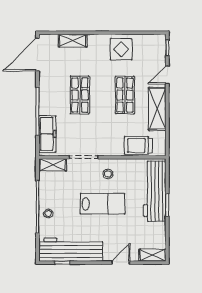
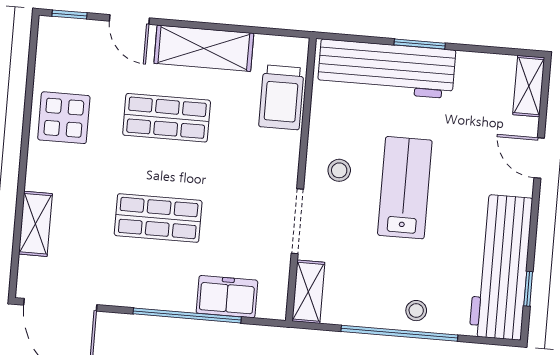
freezer: (47, 134) -> (227, 297), width x0.71

